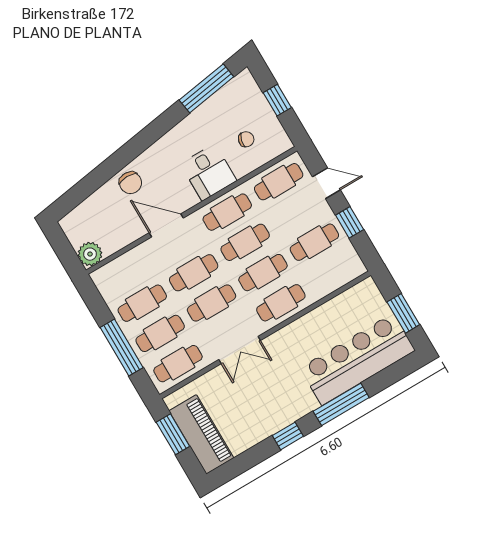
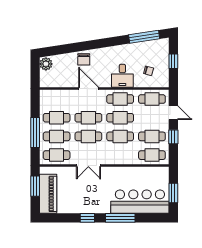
plant: (90, 254) -> (46, 64), moved
cafe table: (281, 303) -> (152, 155), moved

